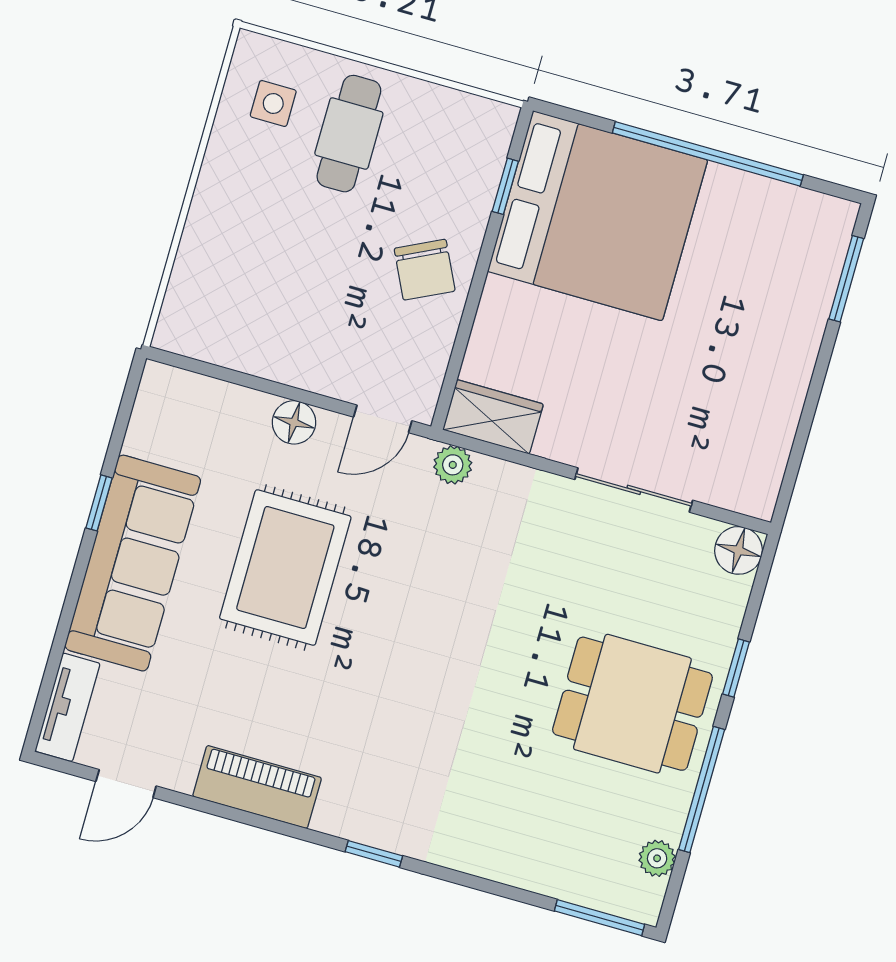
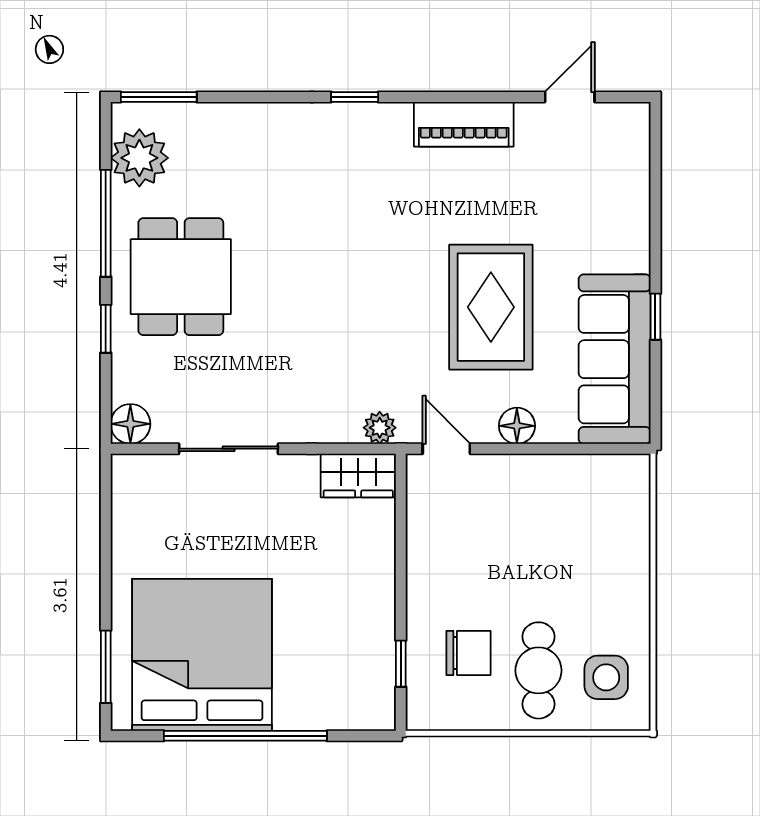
side table: (273, 103) -> (606, 677), width x1.37, depth x1.37
bed: (598, 216) -> (202, 655), moved, turned 90
chair: (425, 270) -> (468, 653), moved, turned 116
door: (383, 419) -> (446, 449), hinge flipped
sofa: (133, 563) -> (615, 359), moved
dining table: (632, 704) -> (181, 277), turned 90
tv unit: (67, 707) -> (634, 145), removed
plant: (657, 858) -> (139, 158), width x1.88, depth x1.88

